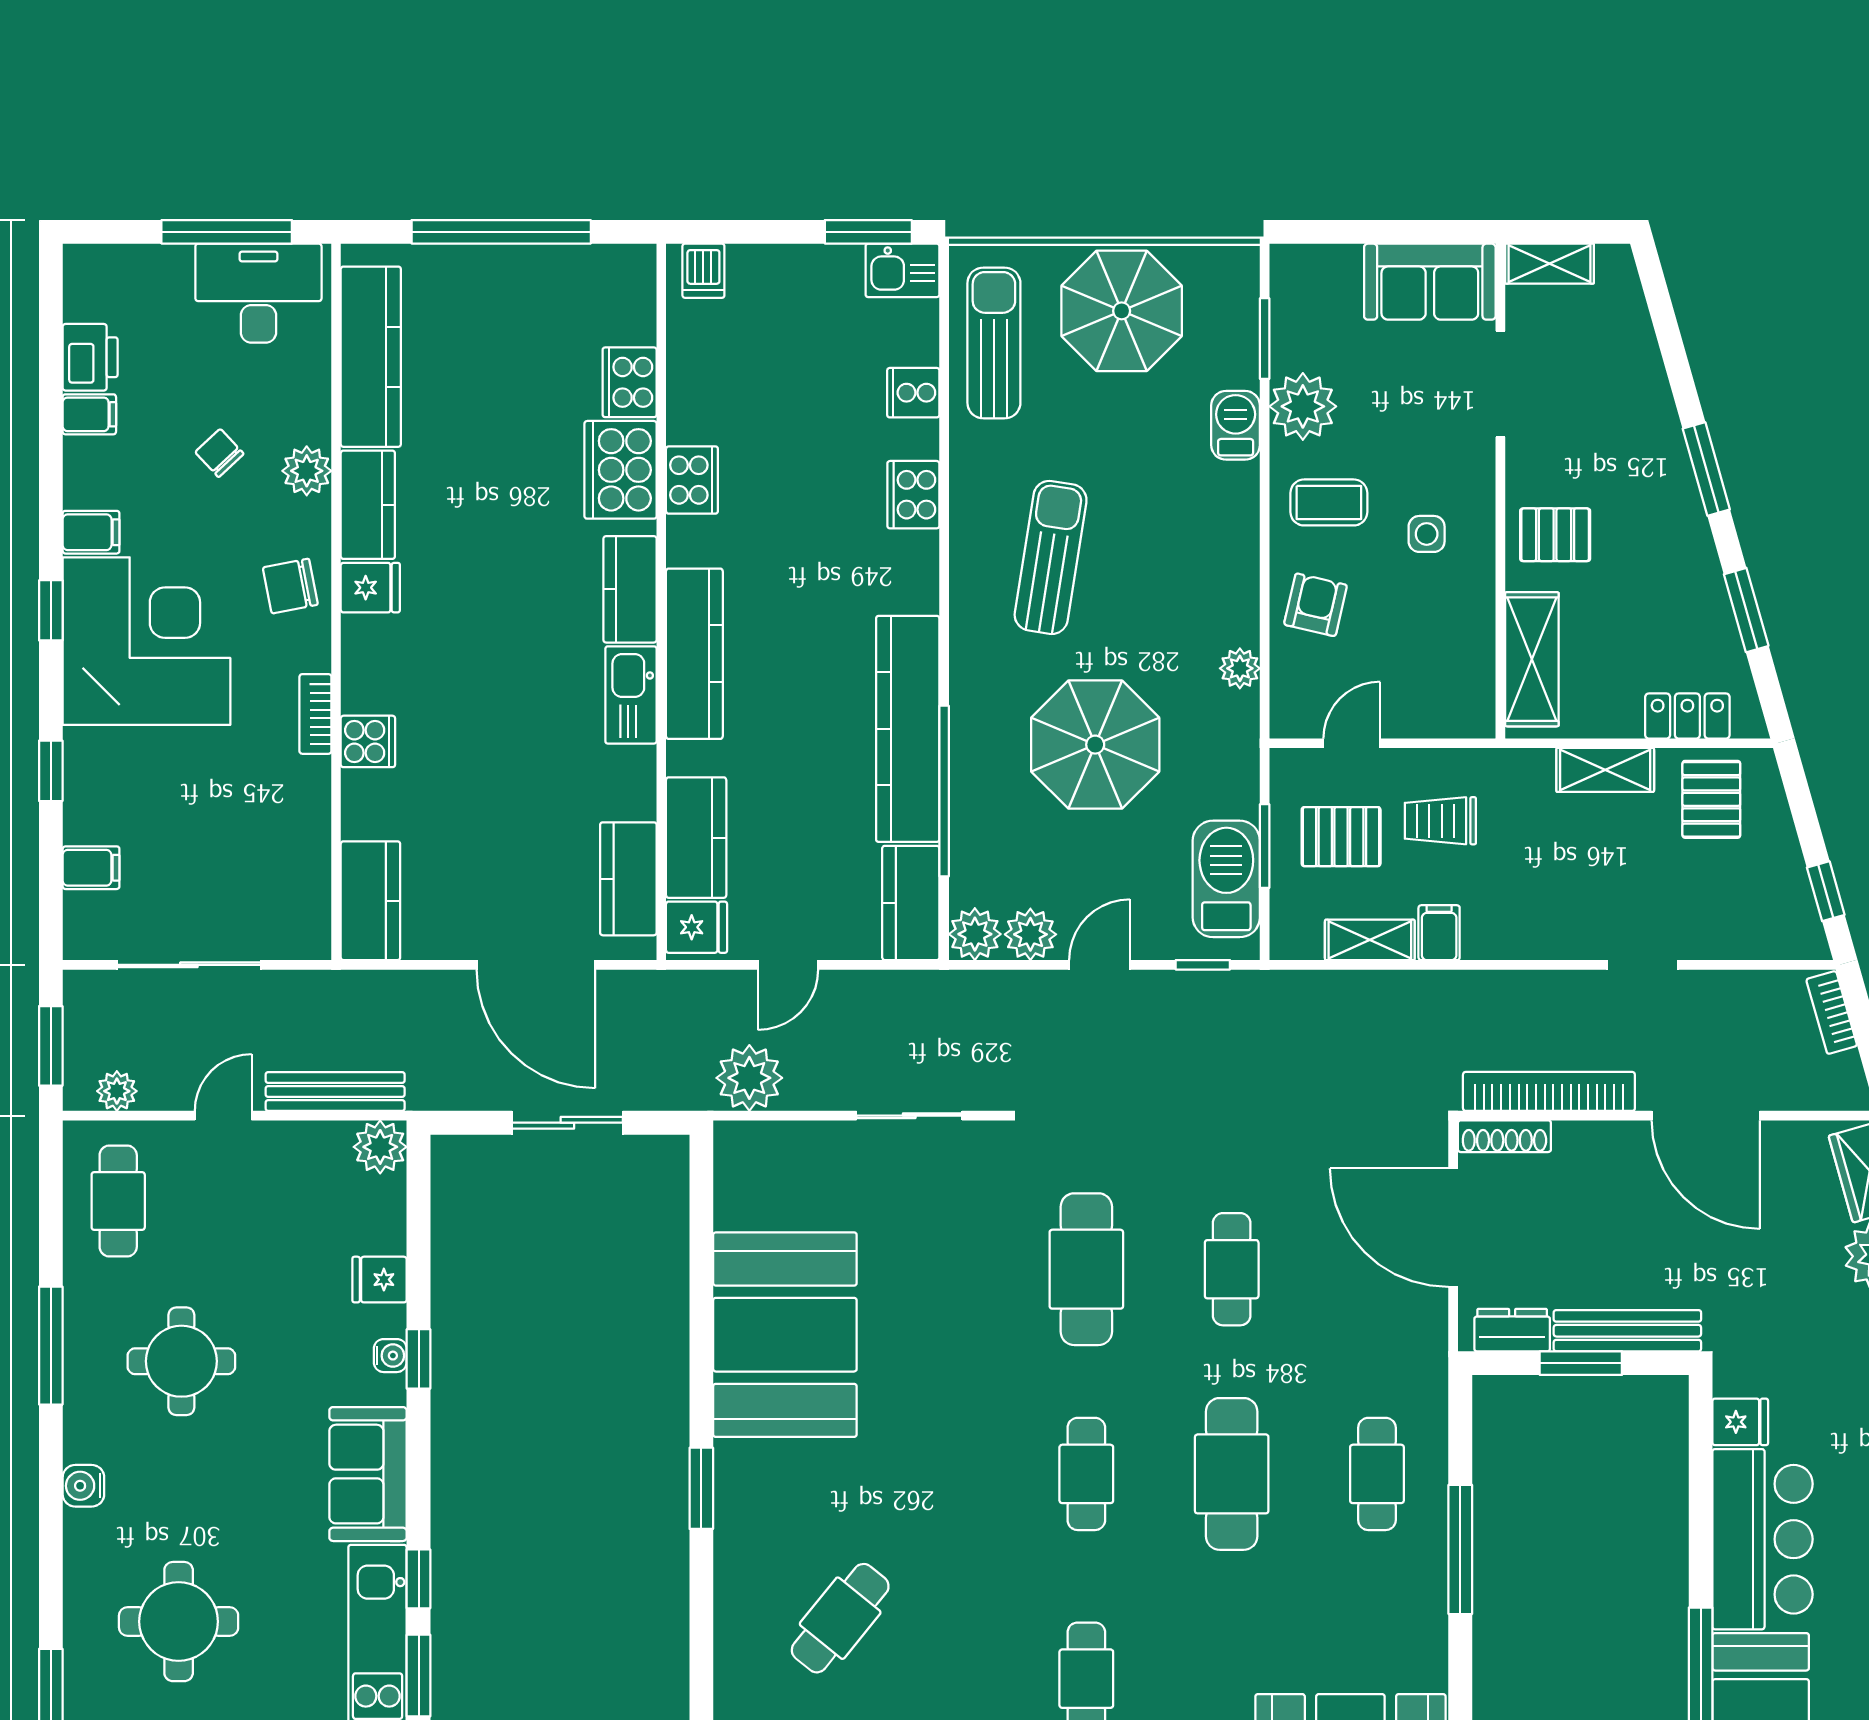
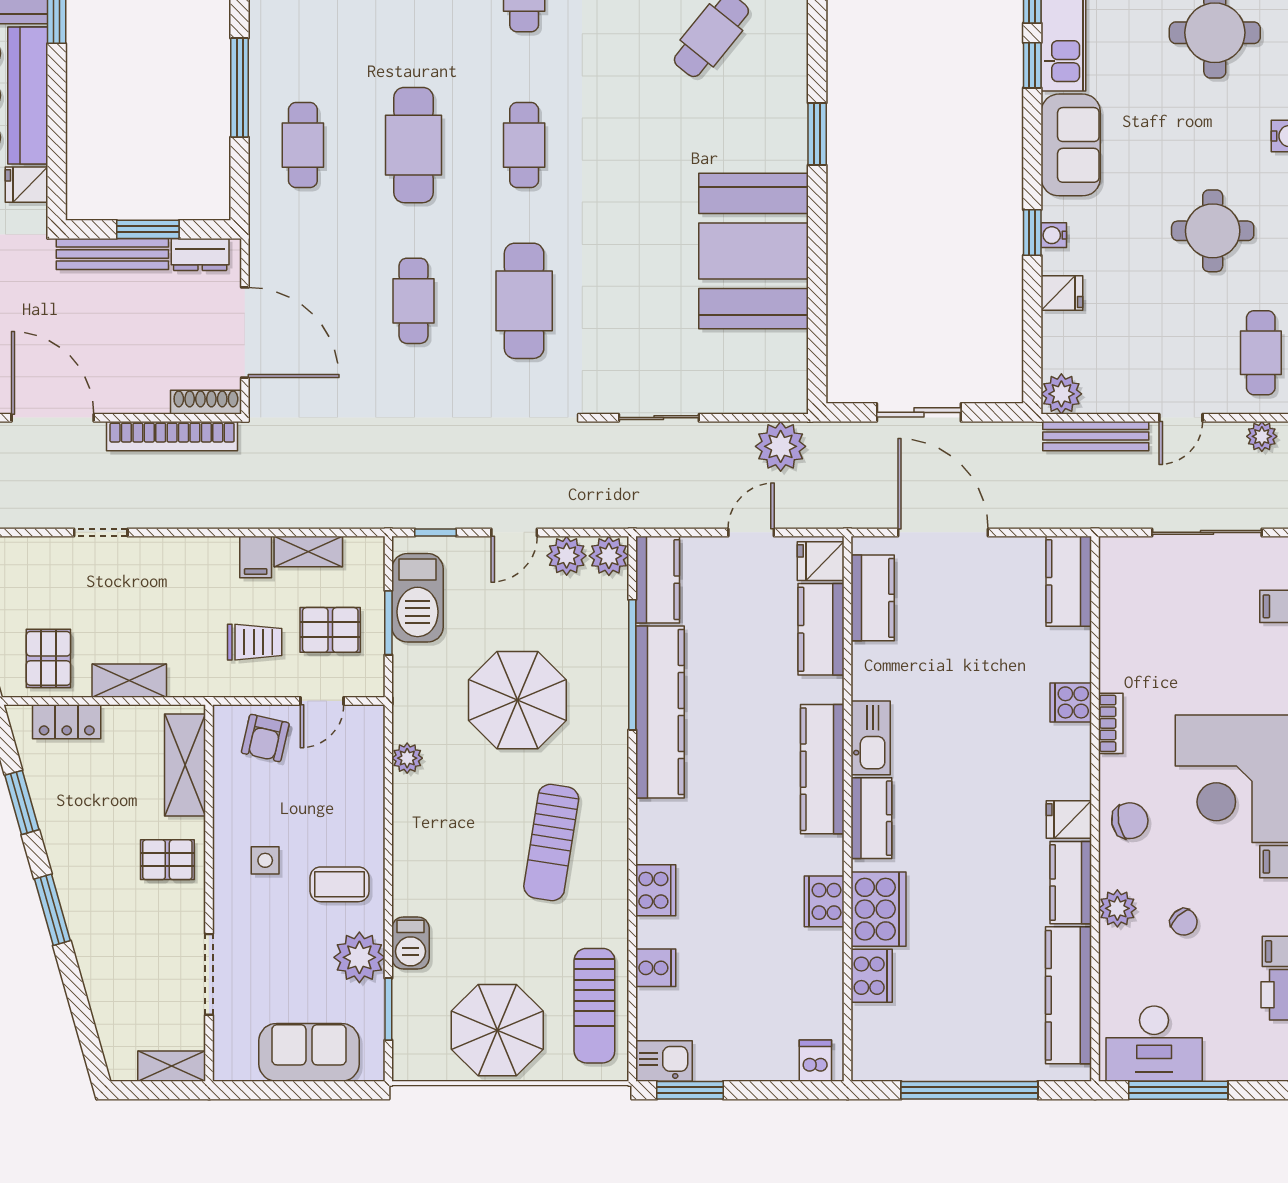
sofa: (1430, 282) -> (309, 1052), moved
armchair: (1316, 605) -> (265, 738), moved

